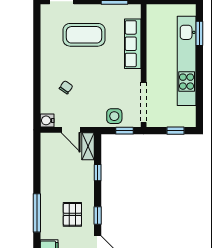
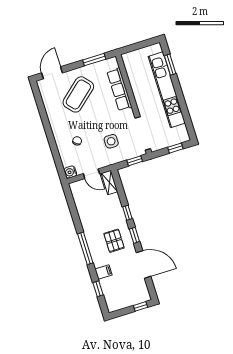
coffee table: (84, 35) -> (78, 94), turned -41
side table: (114, 116) -> (111, 141), moved
window: (98, 173) -> (127, 213), moved

